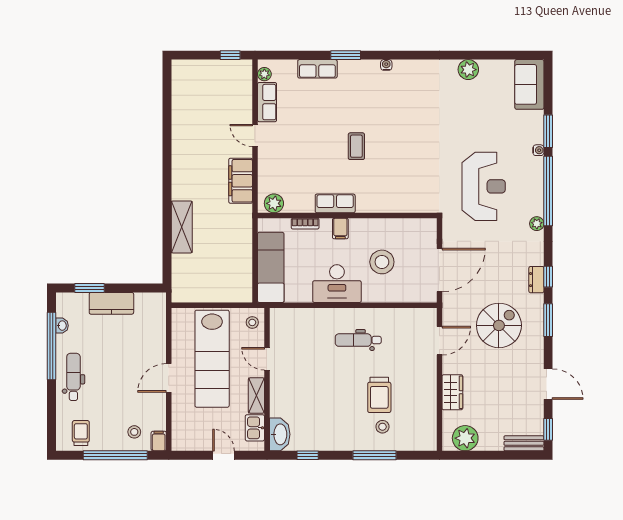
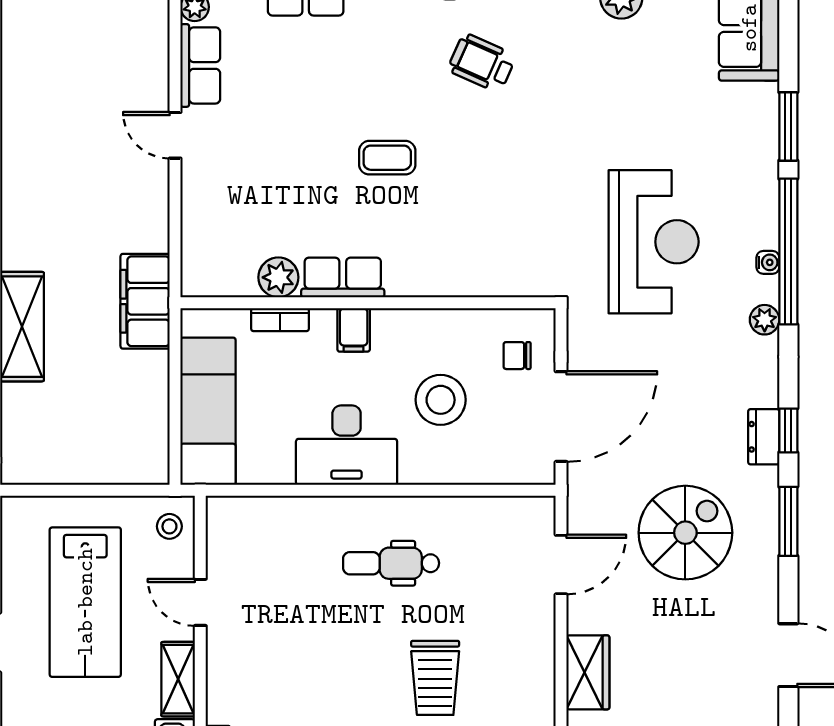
wheelchair: (402, 101) -> (482, 63), added
coffee table: (356, 146) -> (387, 158), turned 90
water cooler: (538, 150) -> (768, 262), moved
filing cabinet: (241, 181) -> (145, 301), moved
plant: (274, 203) -> (278, 277), moved
chair: (418, 241) -> (517, 356), added
lab bench: (212, 359) -> (85, 602), width x0.73

